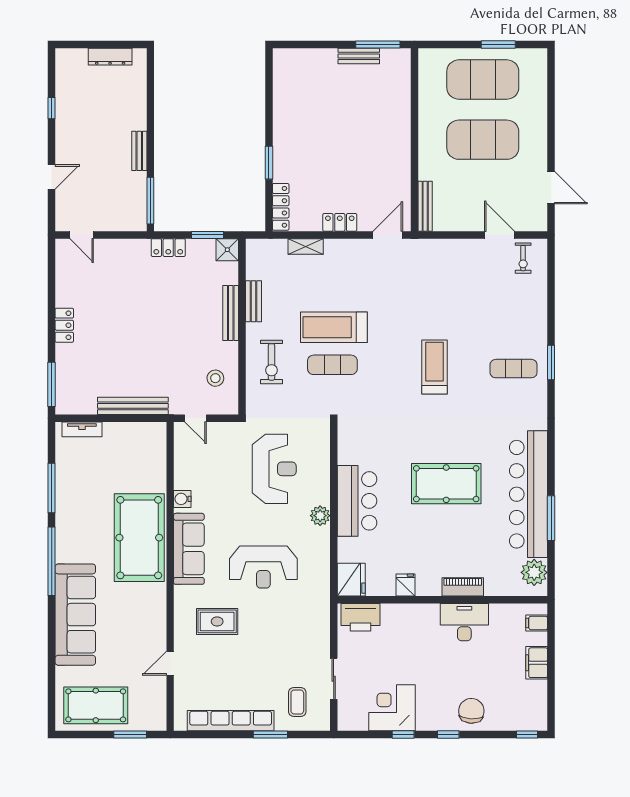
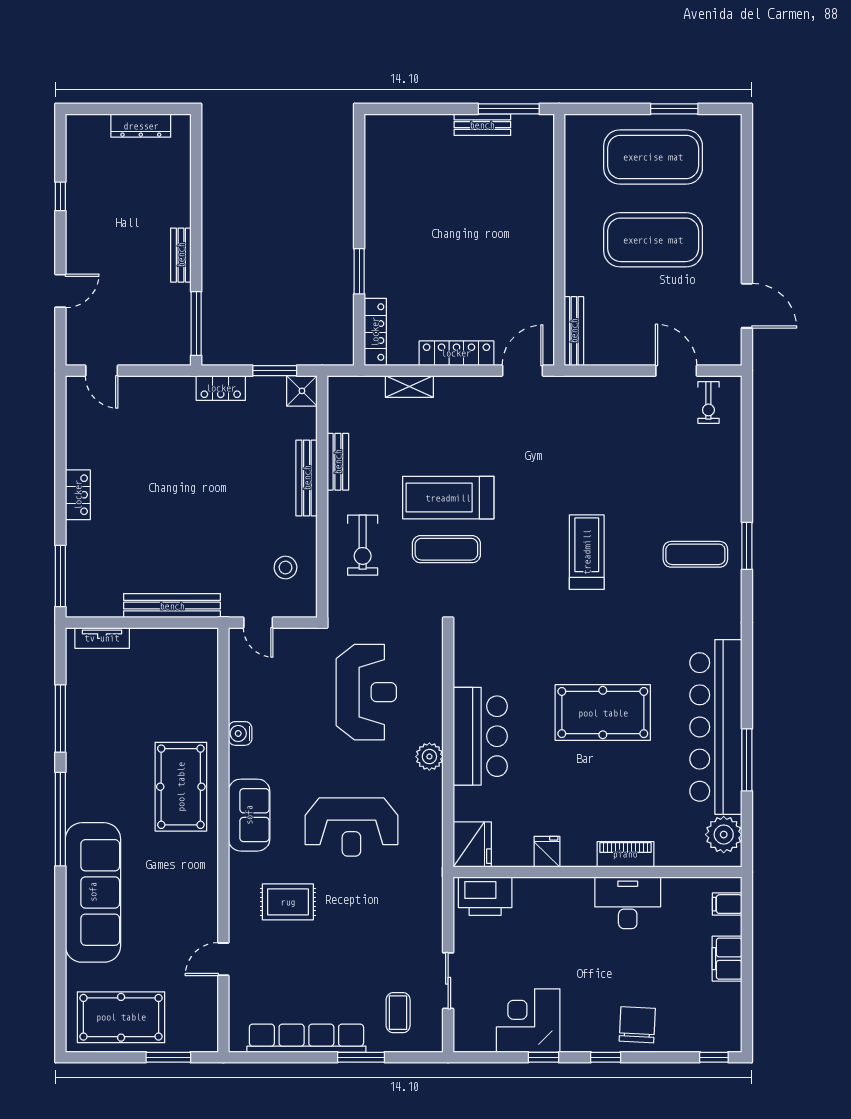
locker: (340, 222) -> (456, 353), width x1.53
pool table: (139, 538) -> (181, 787), width x0.73, depth x0.76
sofa: (189, 549) -> (249, 815), width x0.73

